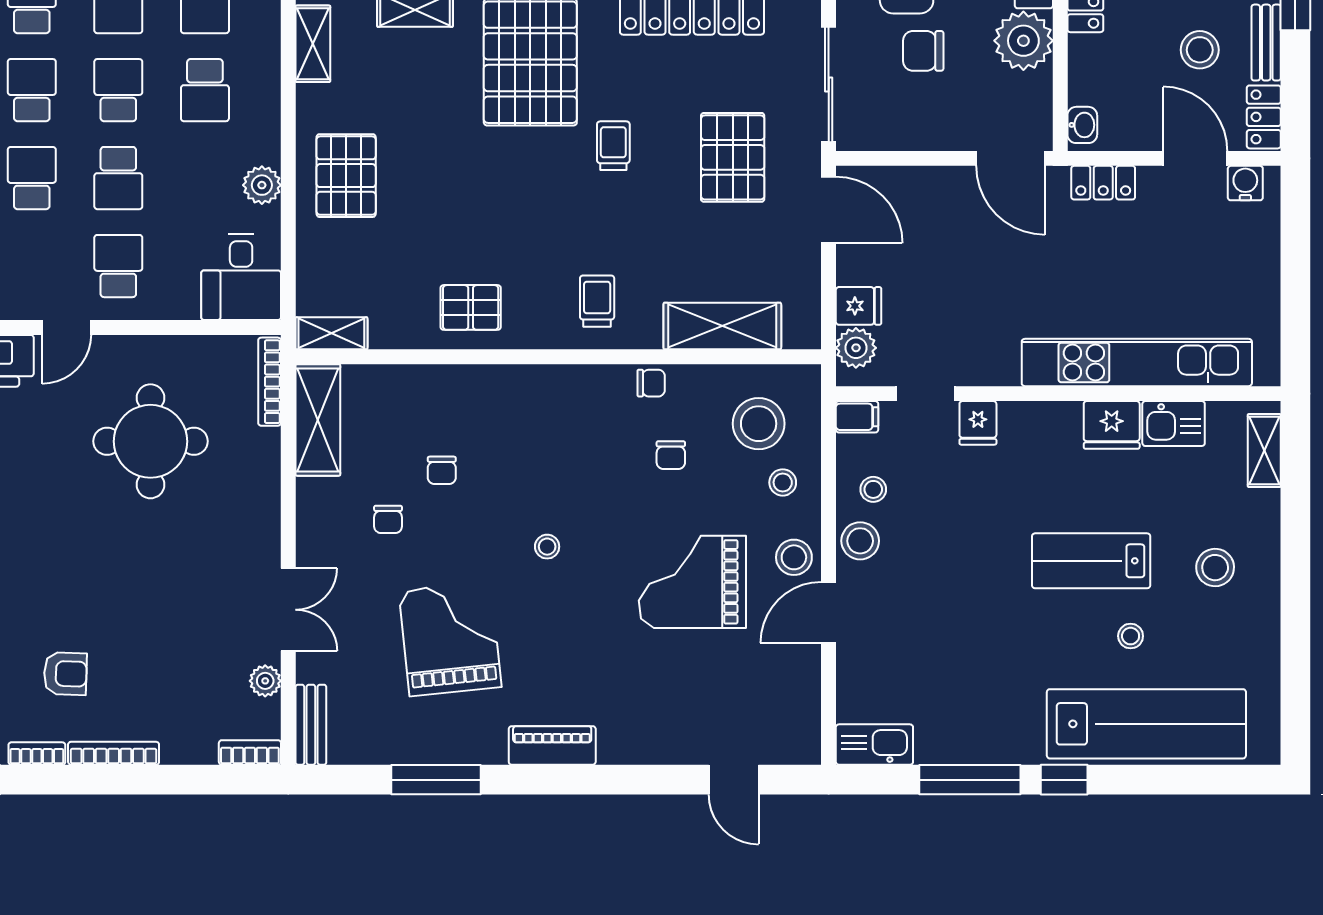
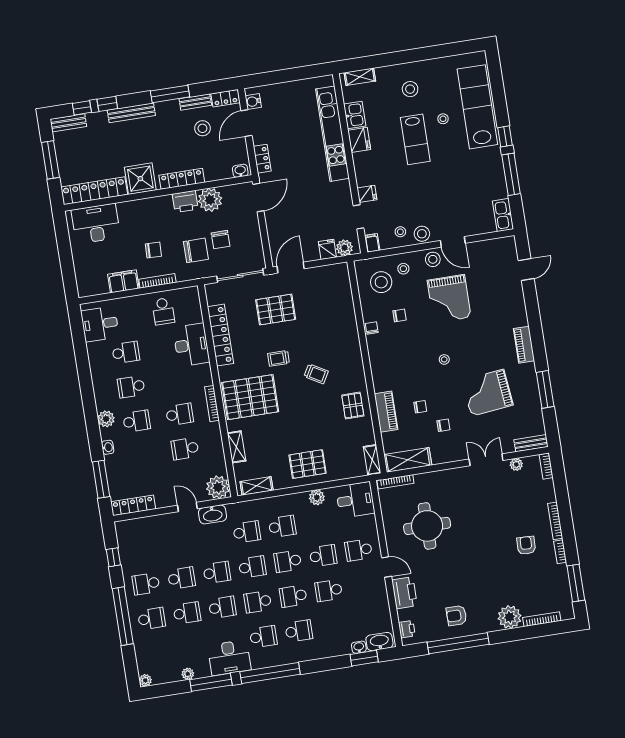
trolley: (597, 301) -> (316, 374), moved, turned -150
shelving: (722, 326) -> (344, 303), removed
piano: (443, 386) -> (386, 412), added

